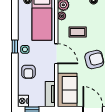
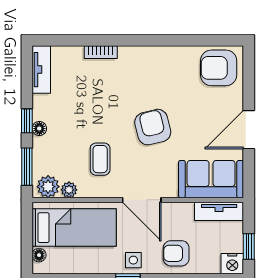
door: (56, 54) -> (142, 200), swing flipped
armchair: (28, 72) -> (176, 253), turned 180

